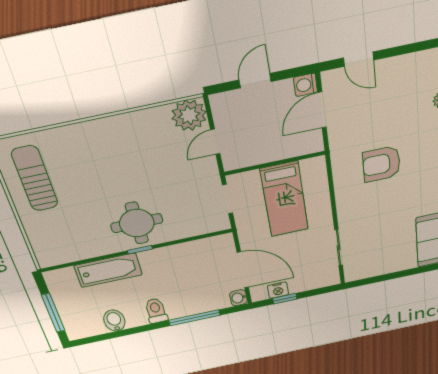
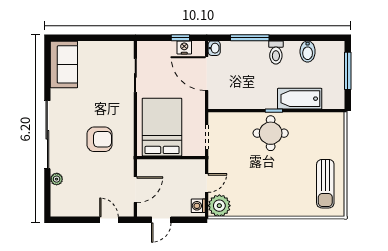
door: (255, 81) -> (161, 220), moved
washing machine: (305, 85) -> (198, 206), moved, turned 180
bed: (284, 199) -> (162, 127), width x1.50

